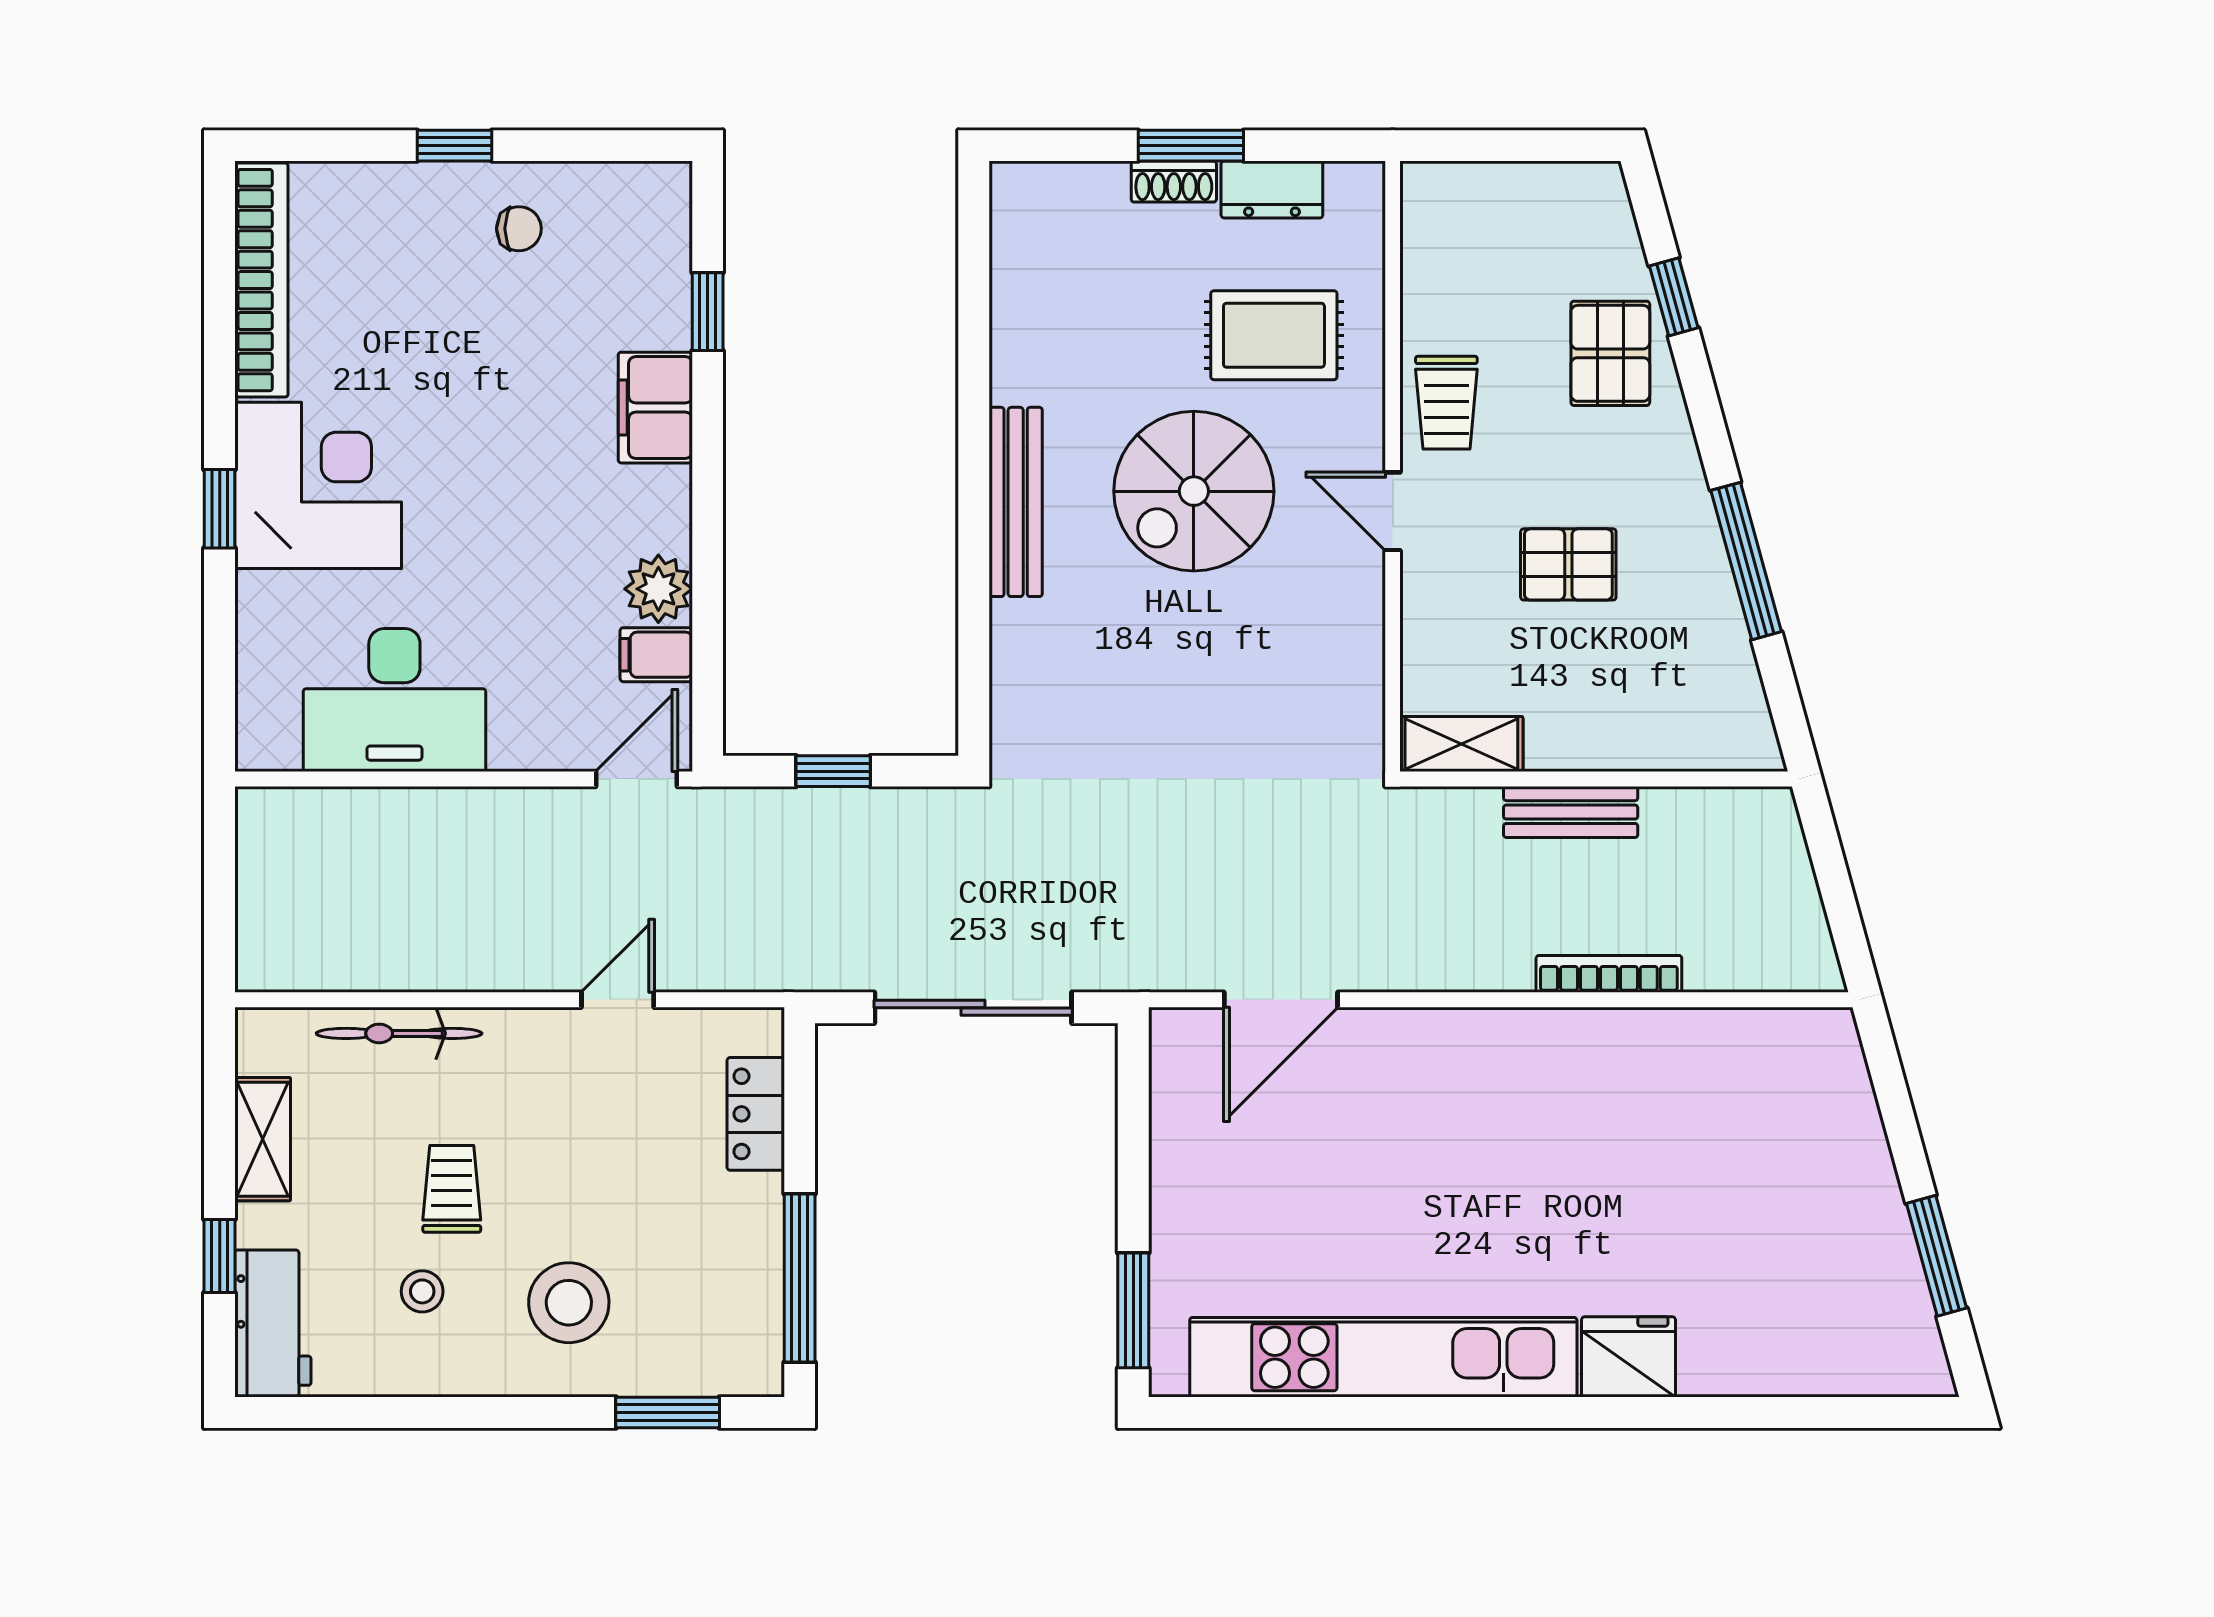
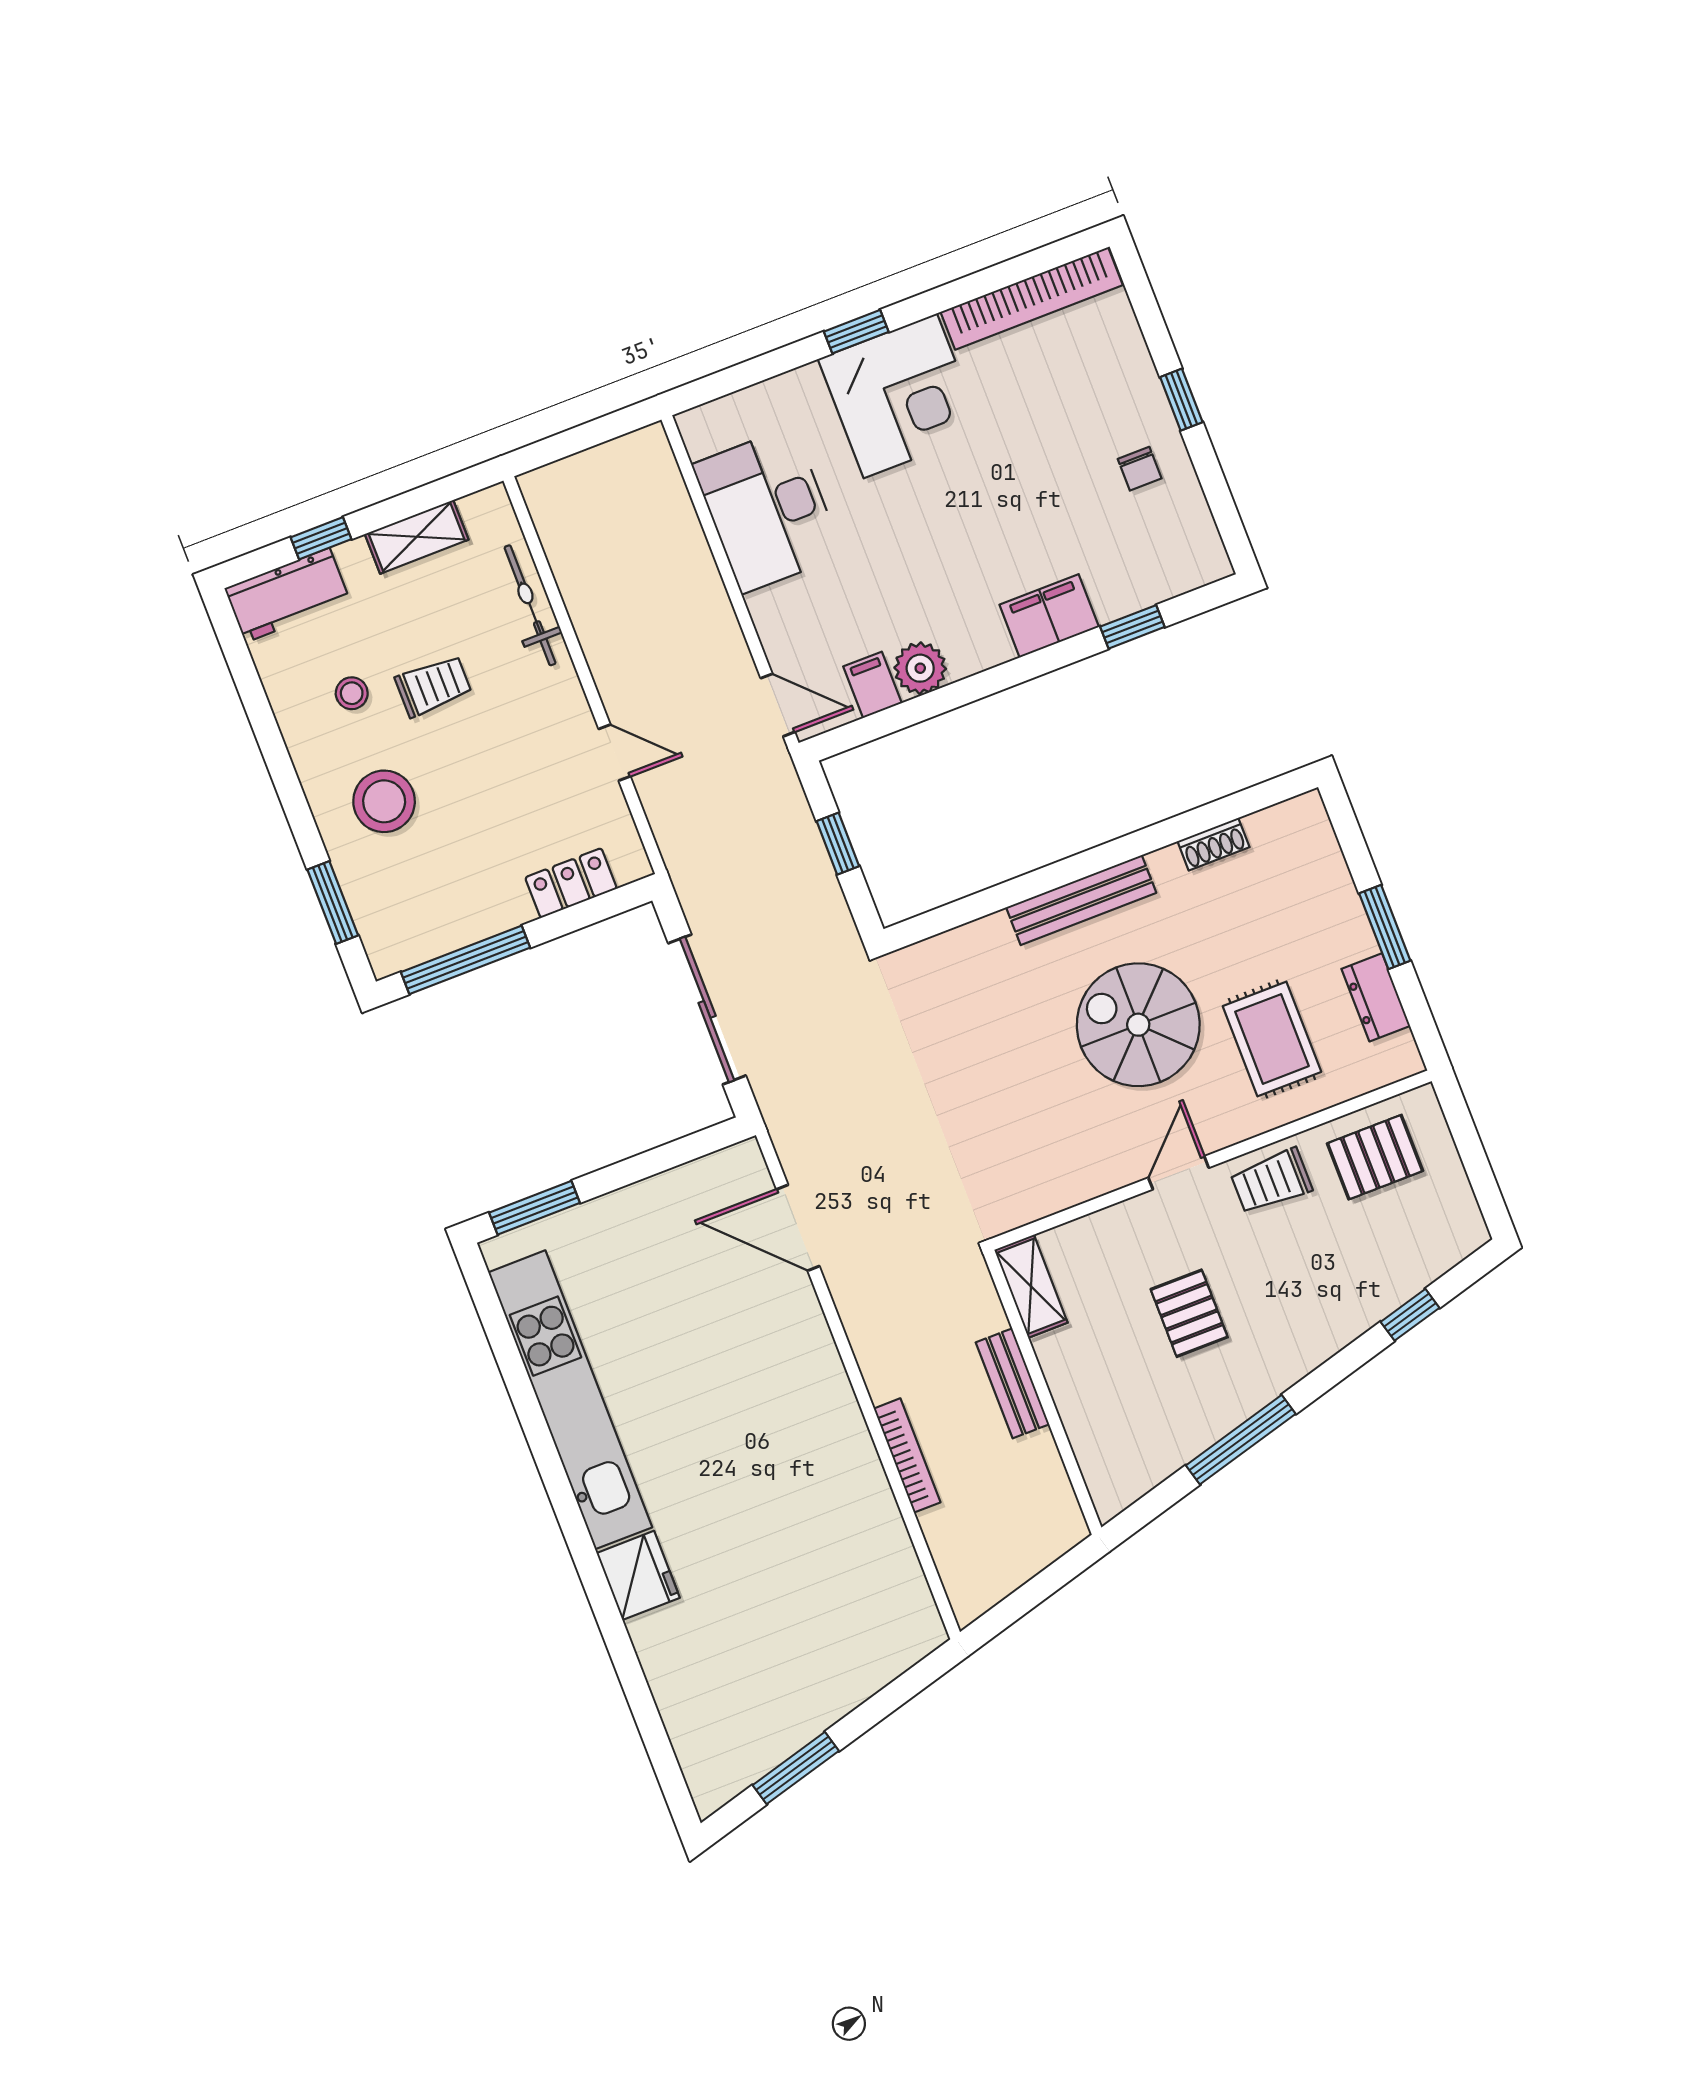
shoe rack: (1174, 182) -> (1213, 844), moved, turned -90
pallet: (1610, 353) -> (1375, 1157), moved

